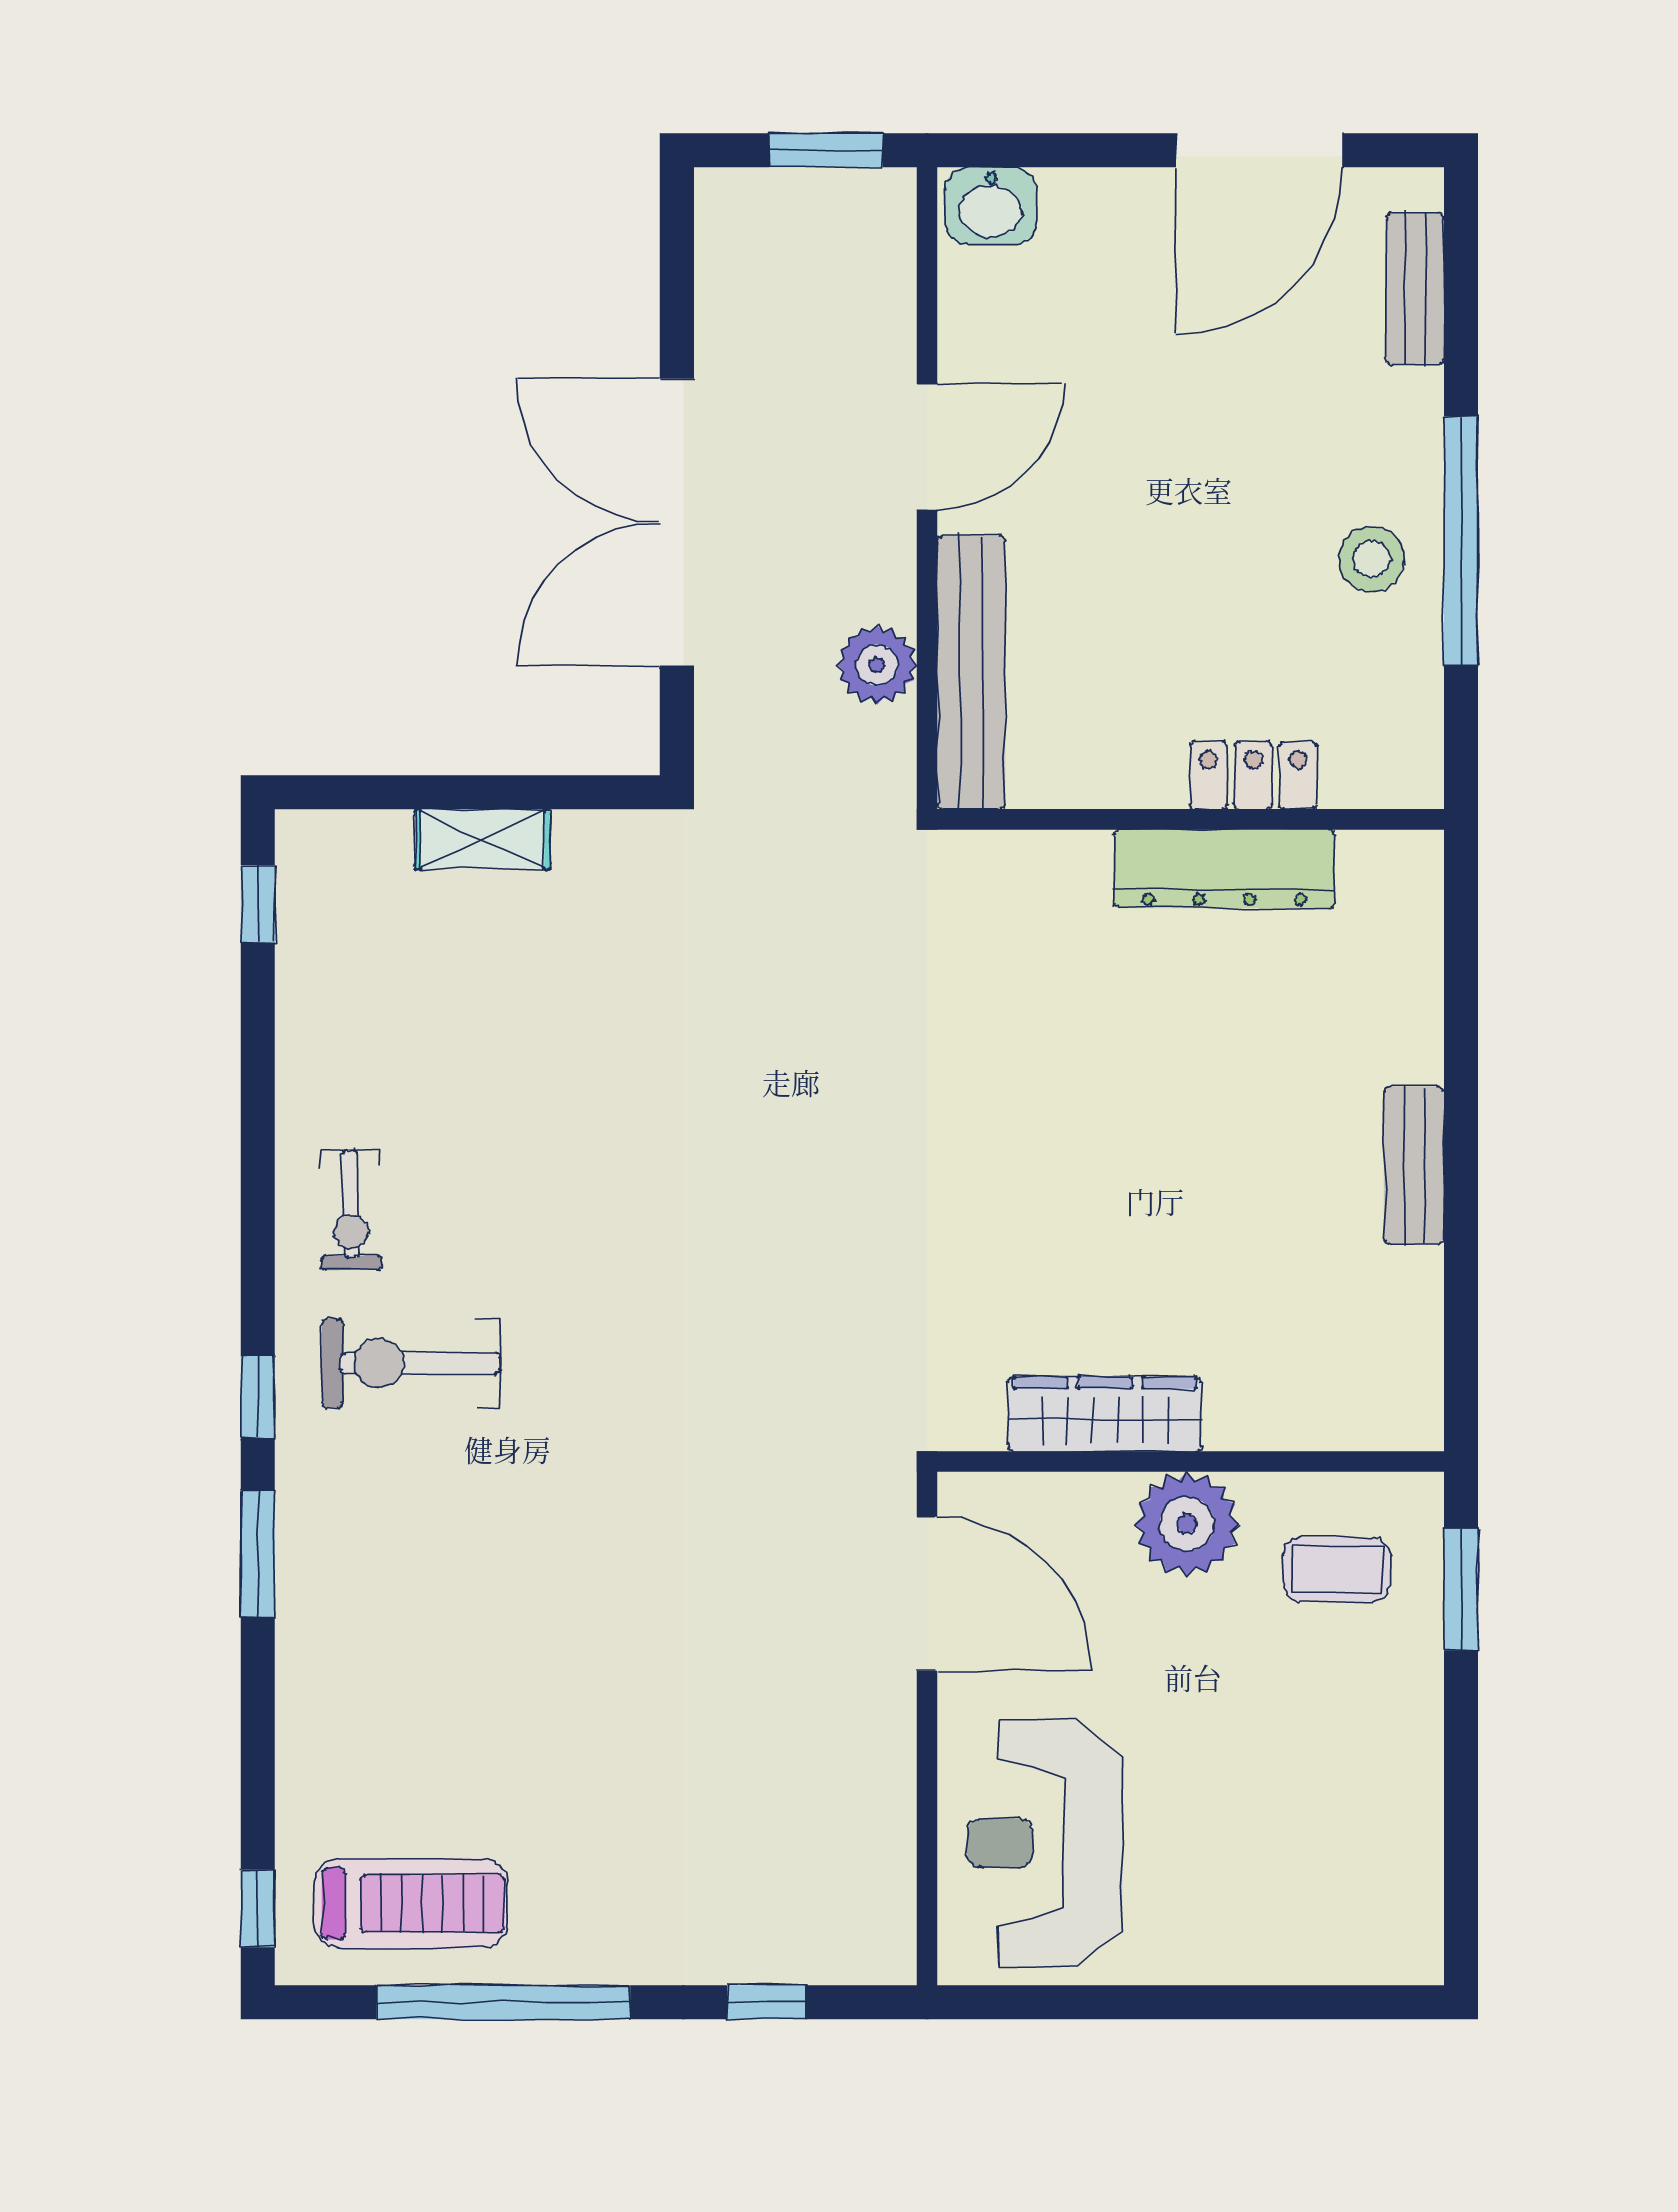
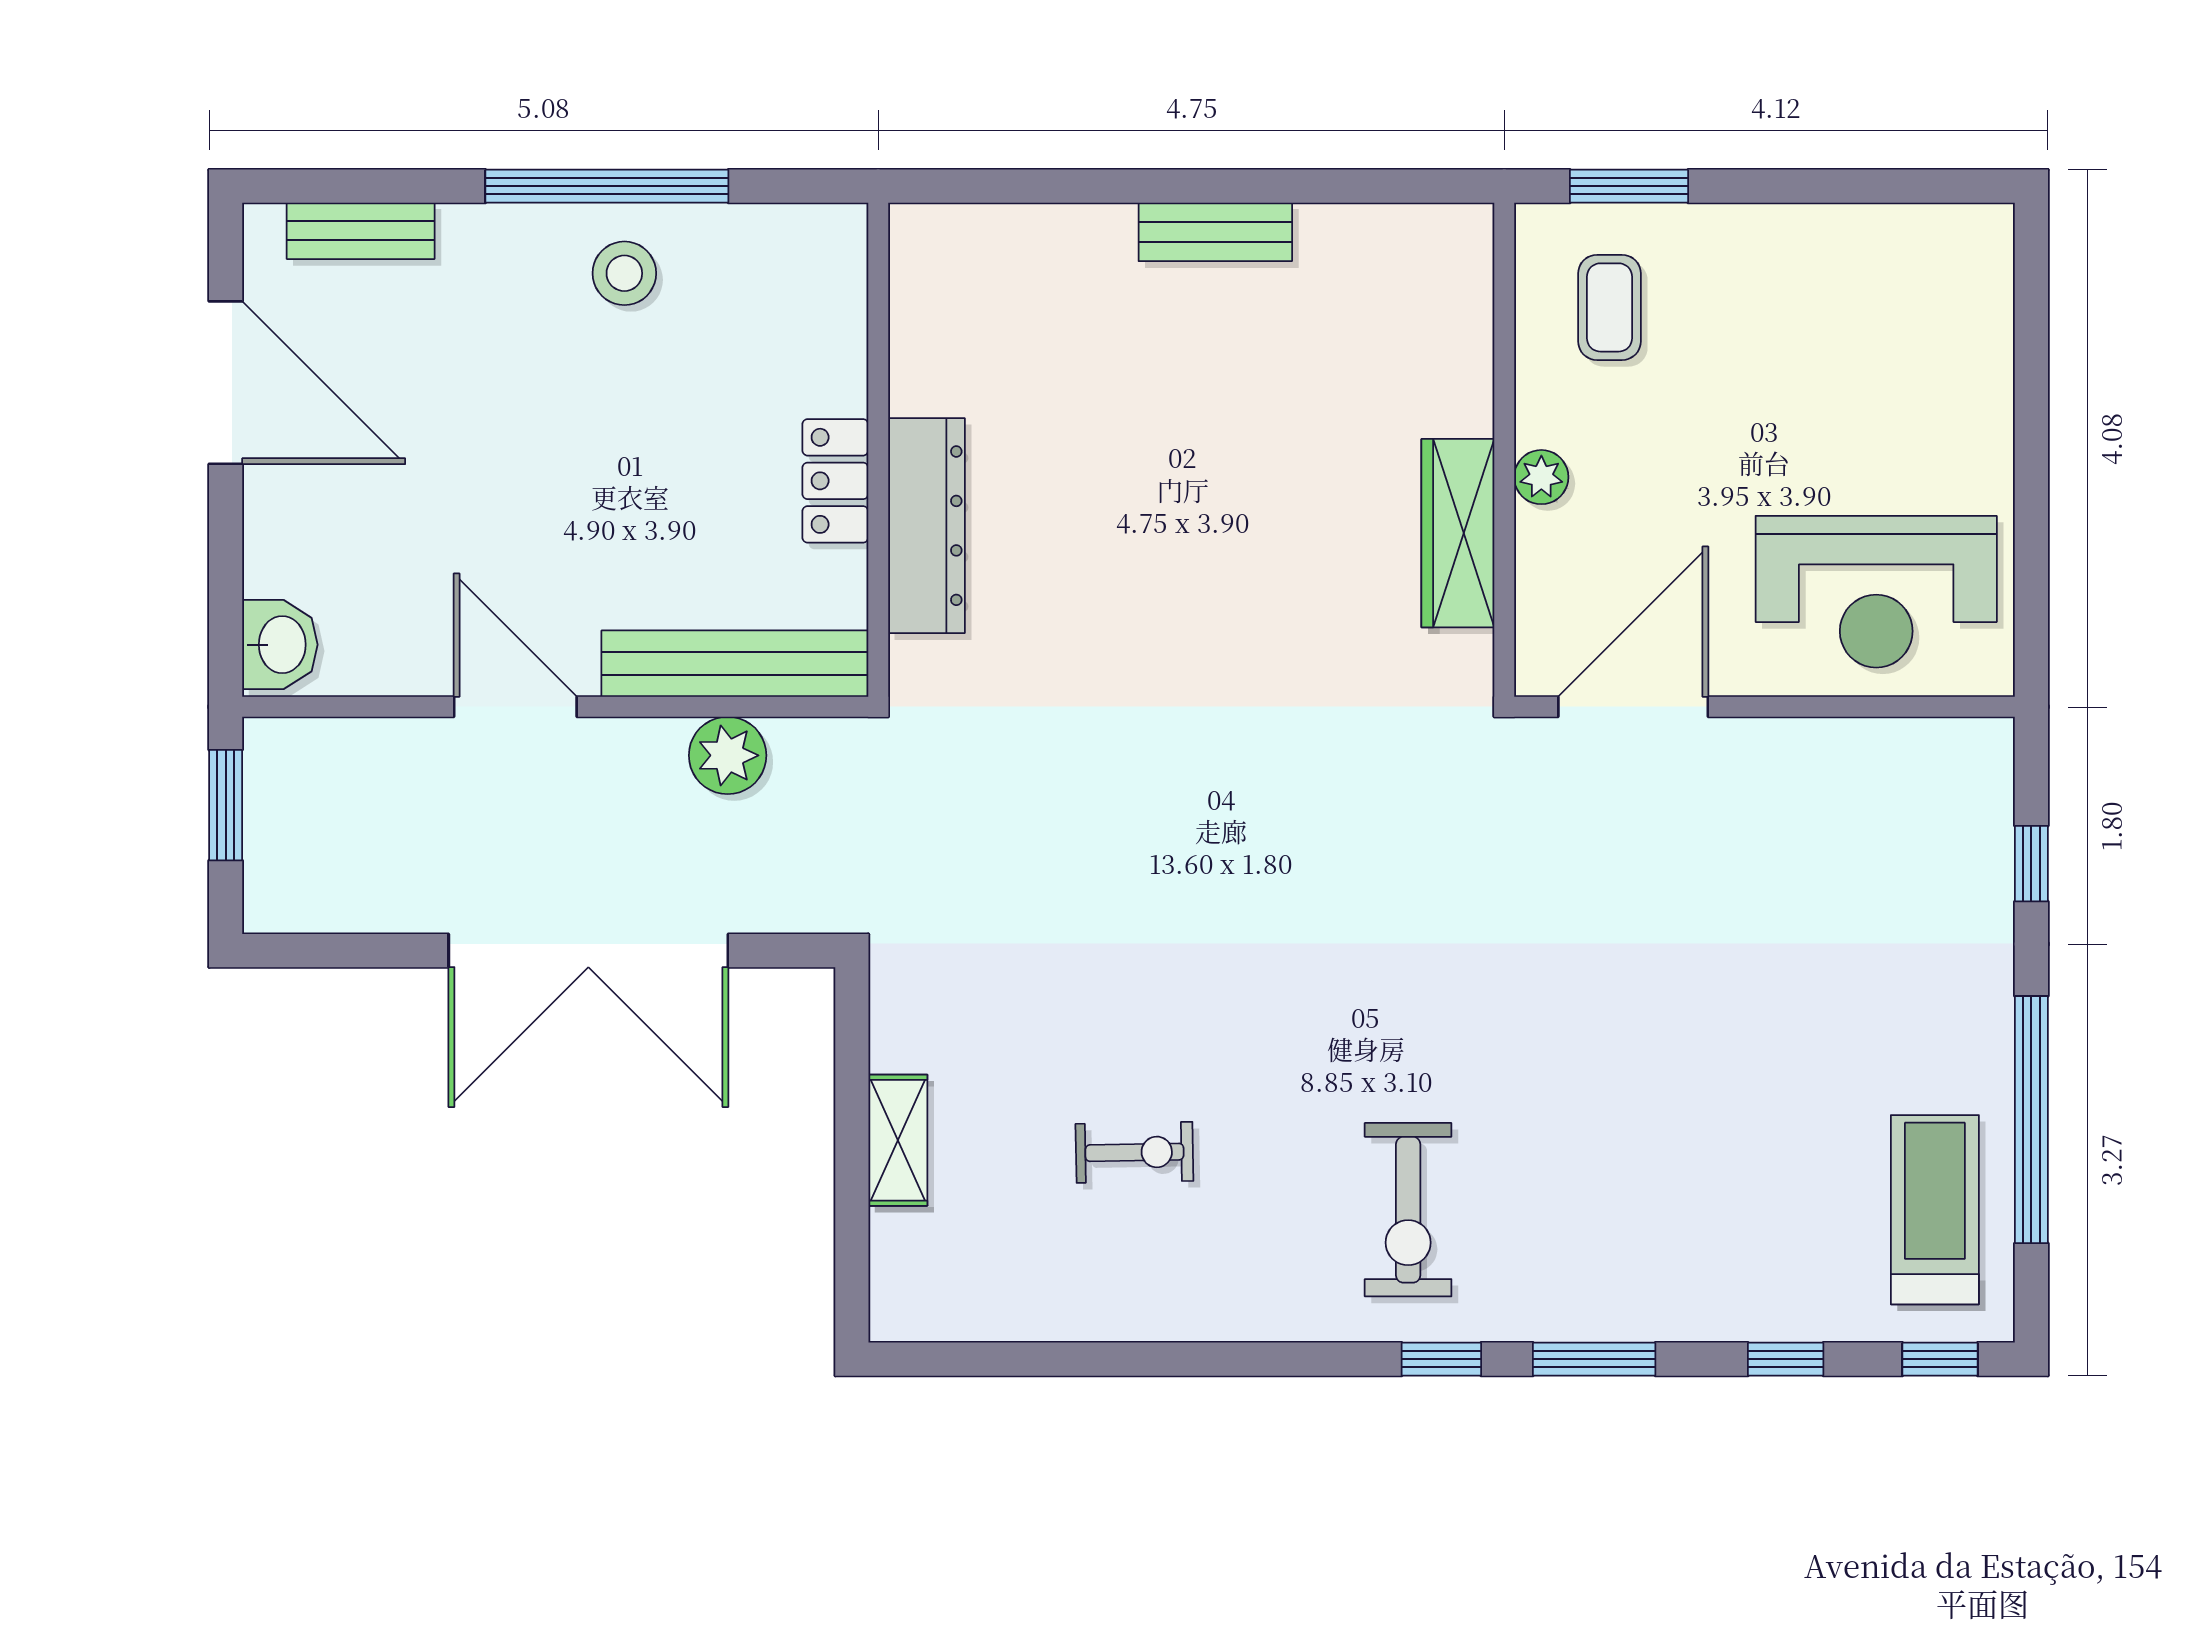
locker: (1253, 775) -> (835, 481), moved
dresser: (1224, 869) -> (926, 526), moved
window: (258, 904) -> (1786, 1359), moved
exercise bike: (351, 1210) -> (1134, 1152), moved
plant: (1187, 1524) -> (1541, 477), width x0.53, depth x0.53

